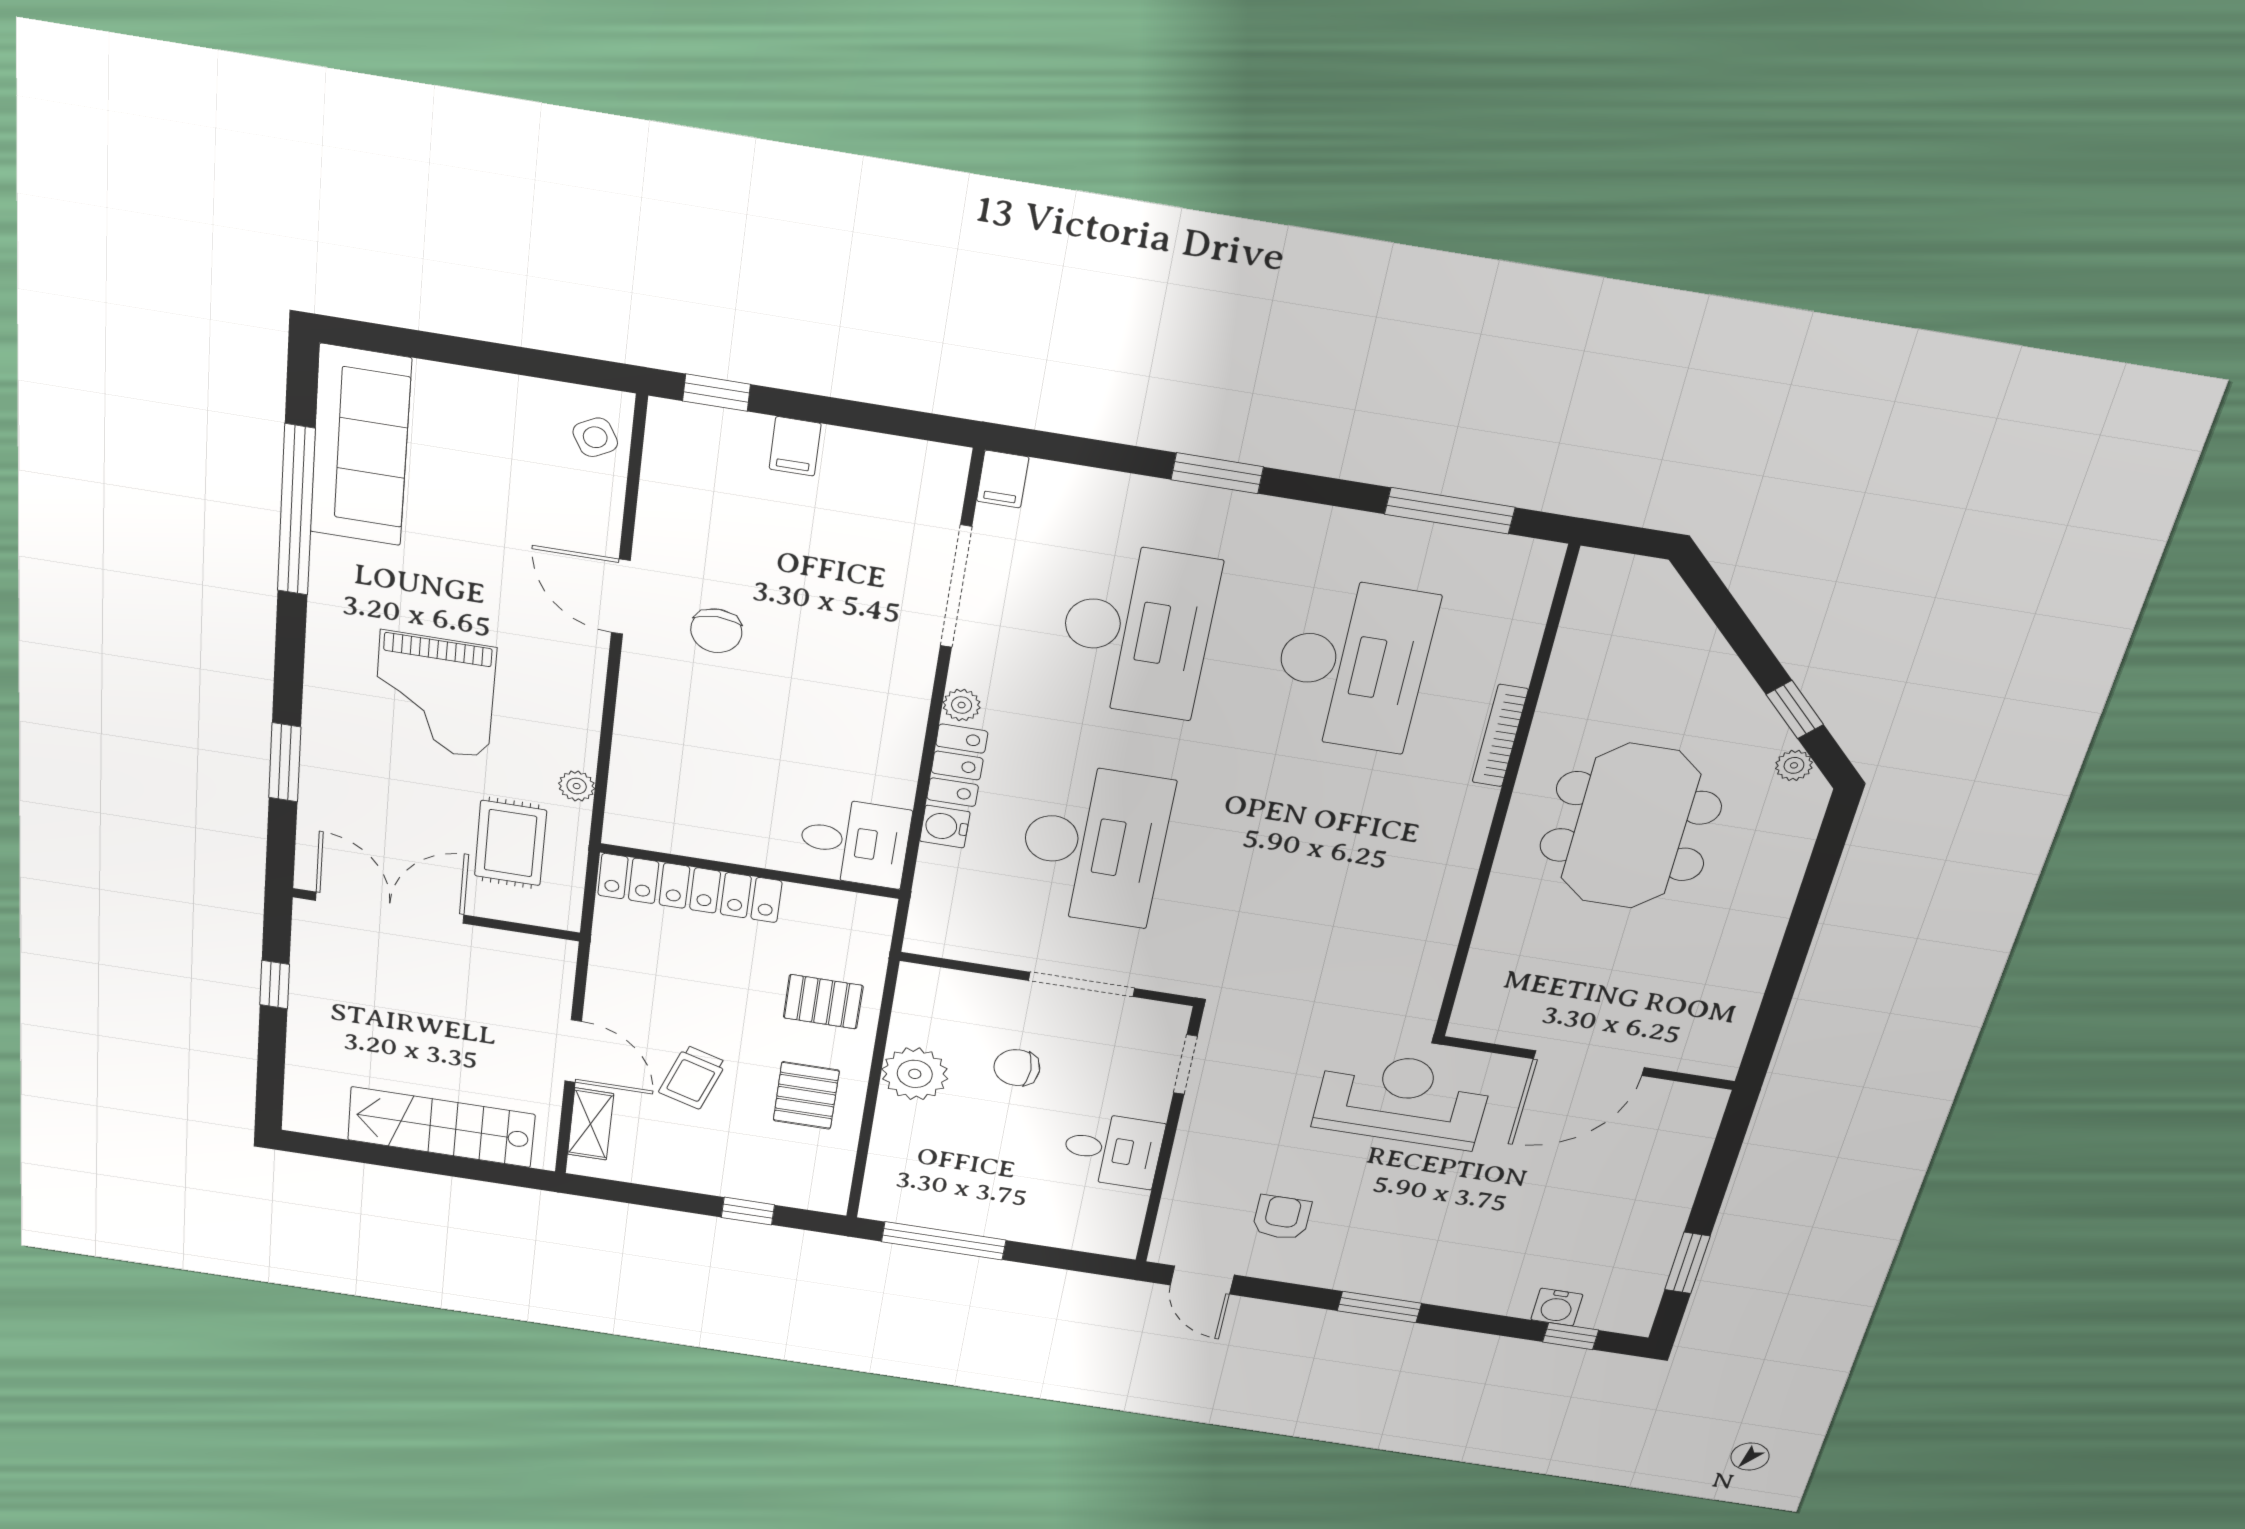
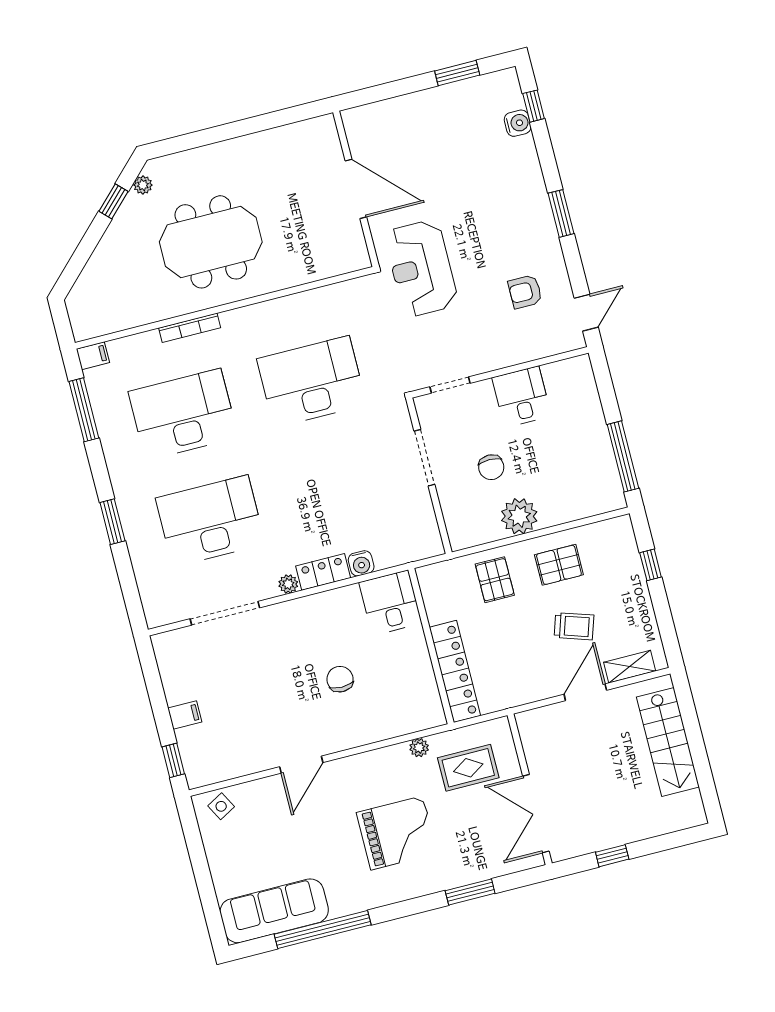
filing cabinet: (1003, 479) -> (93, 356), moved
chair: (716, 631) -> (340, 679), moved, turned -90
desk: (1094, 845) -> (312, 382), moved

